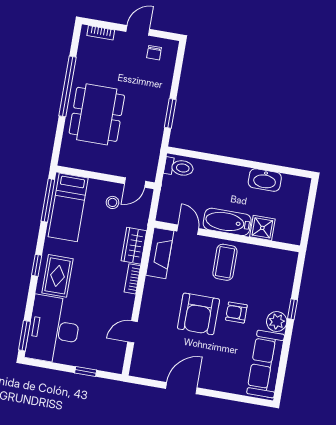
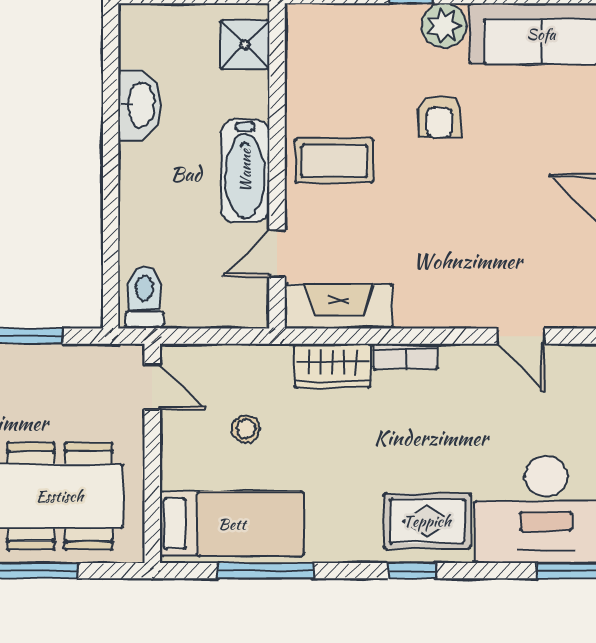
wall: (106, 177) -> (152, 453), moved
door: (135, 182) -> (152, 387), moved
bed: (68, 207) -> (232, 524), moved
shower: (262, 228) -> (245, 45), moved
armchair: (198, 314) -> (457, 199), removed

